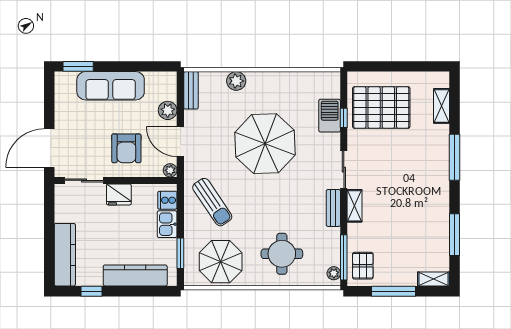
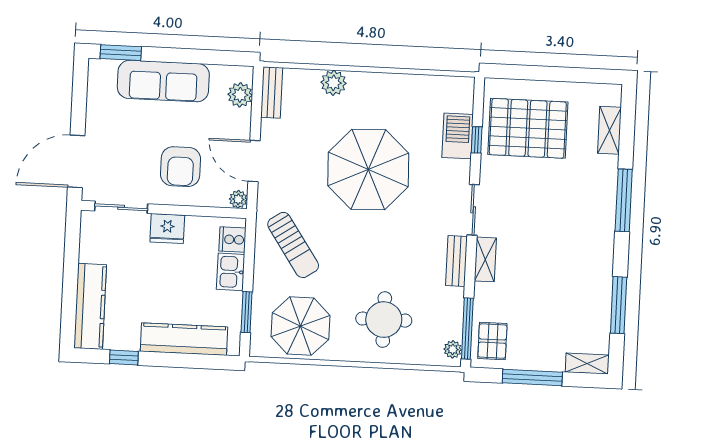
plant: (168, 110) -> (240, 95), moved

